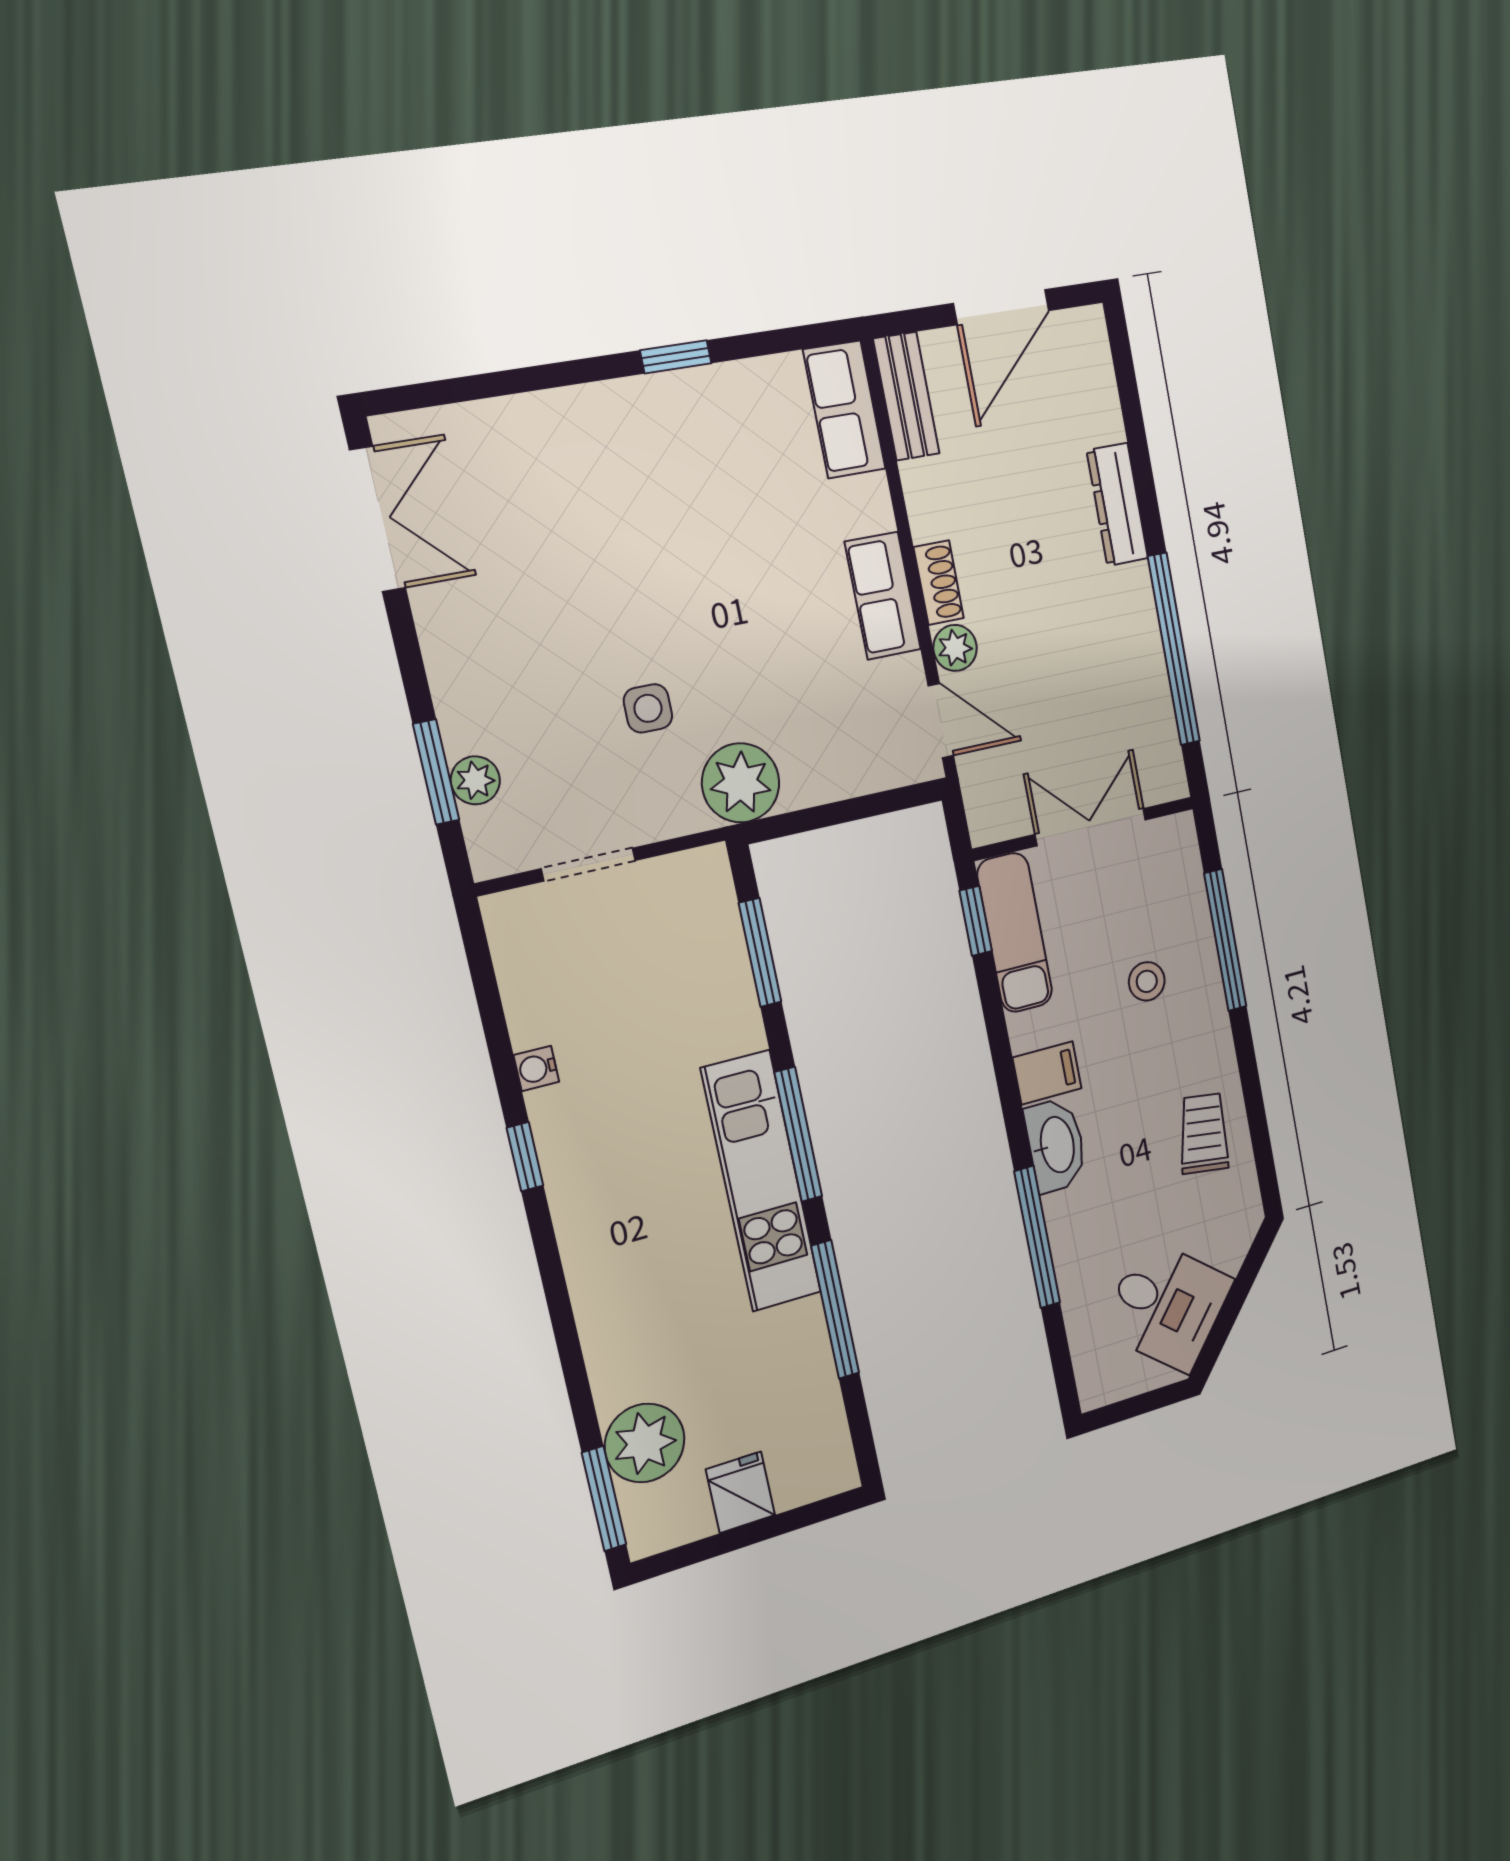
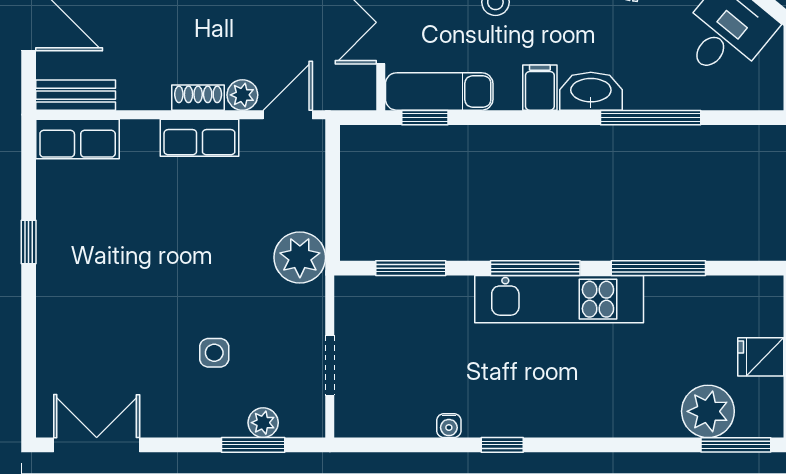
side table: (648, 708) -> (214, 353), moved

